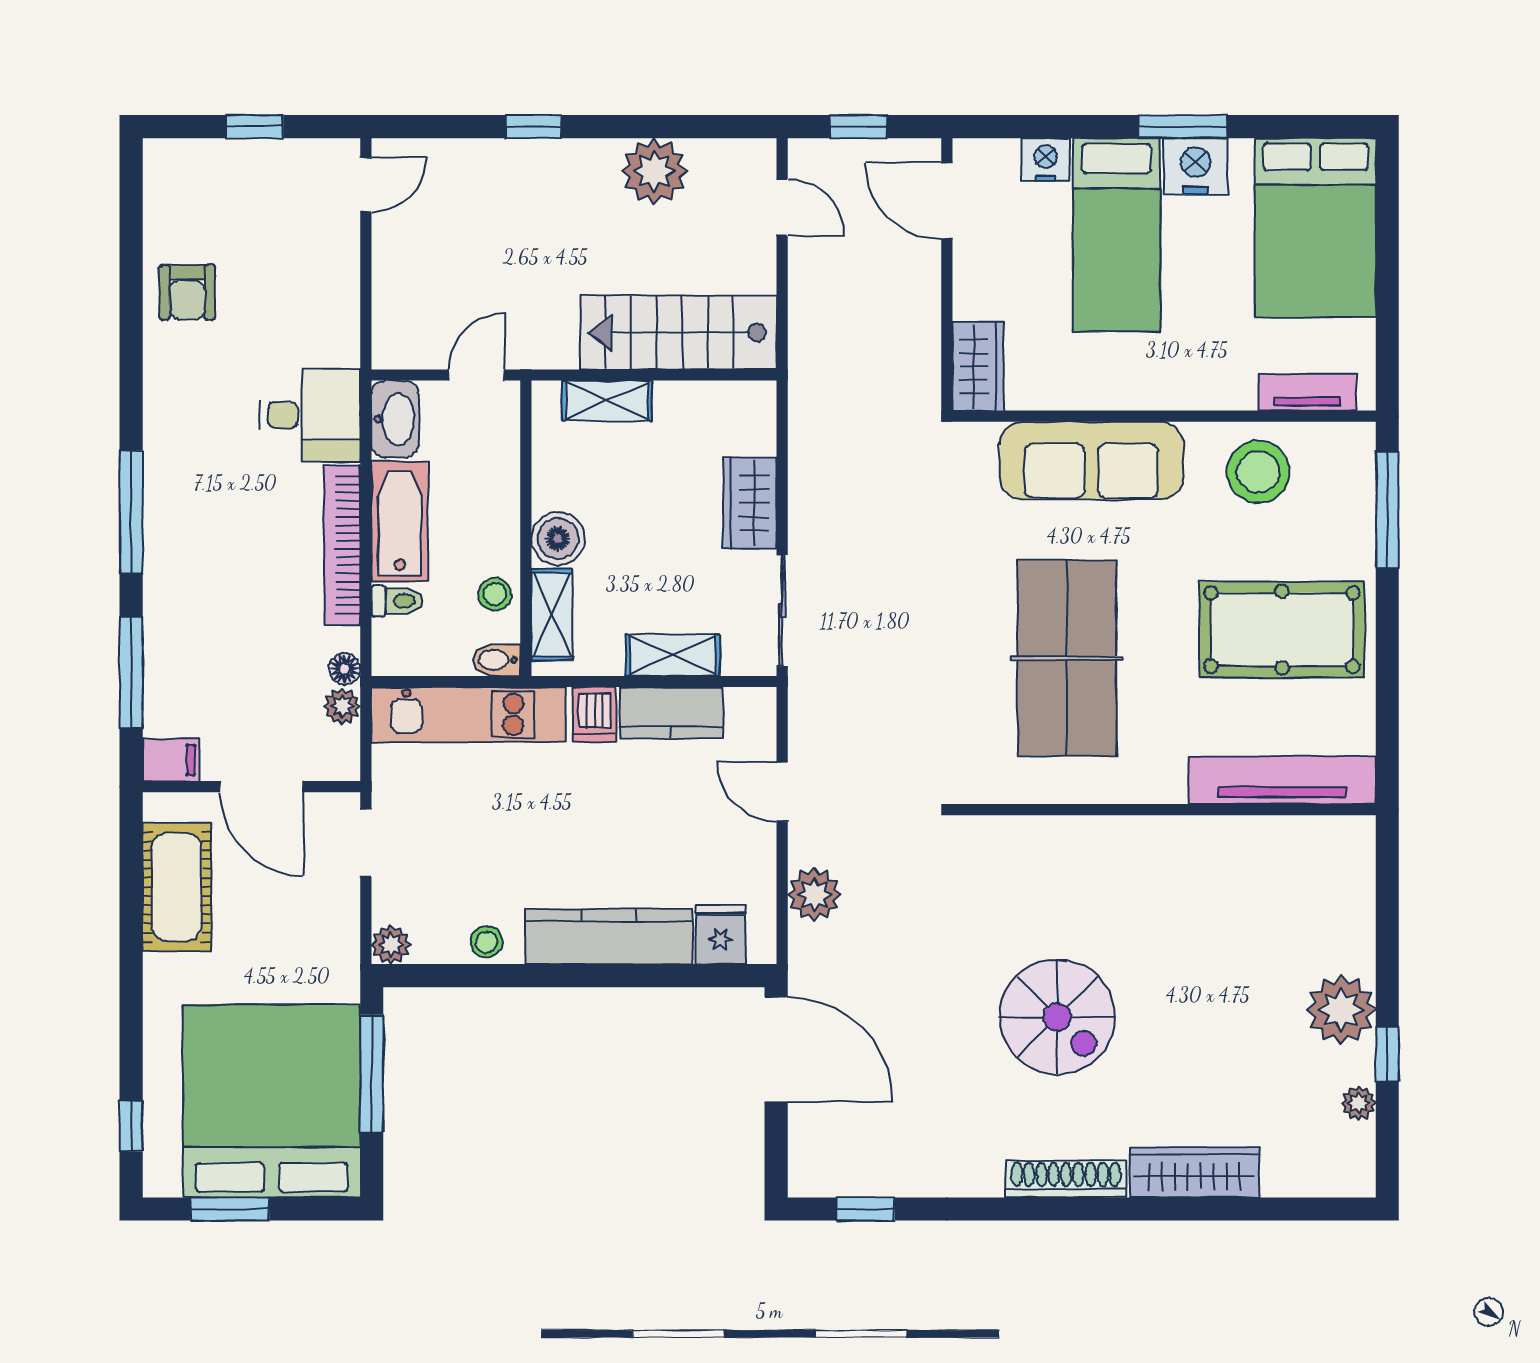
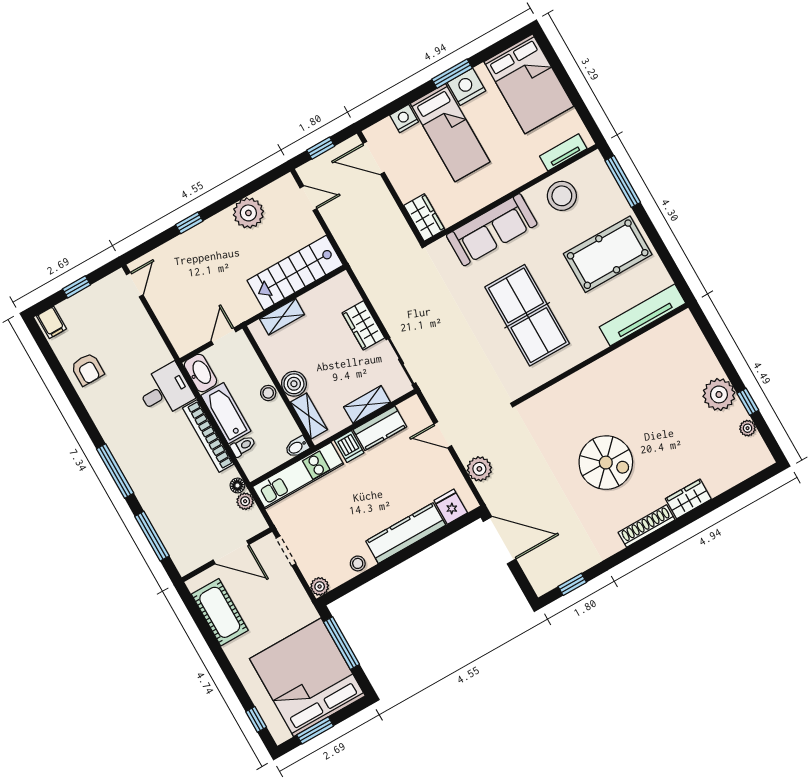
stool: (495, 594) -> (268, 393), moved
filing cabinet: (171, 760) -> (51, 322), moved, turned 90
wardrobe: (1194, 1173) -> (688, 499), width x0.67

